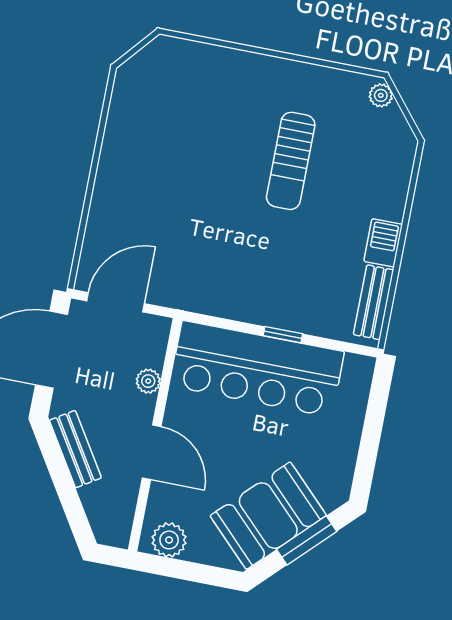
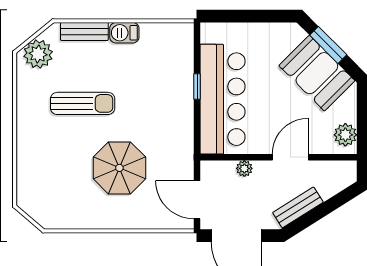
plant: (381, 95) -> (38, 54), width x1.87, depth x1.87
parasol: (185, 197) -> (119, 168), added
bench: (374, 302) -> (84, 31), moved

